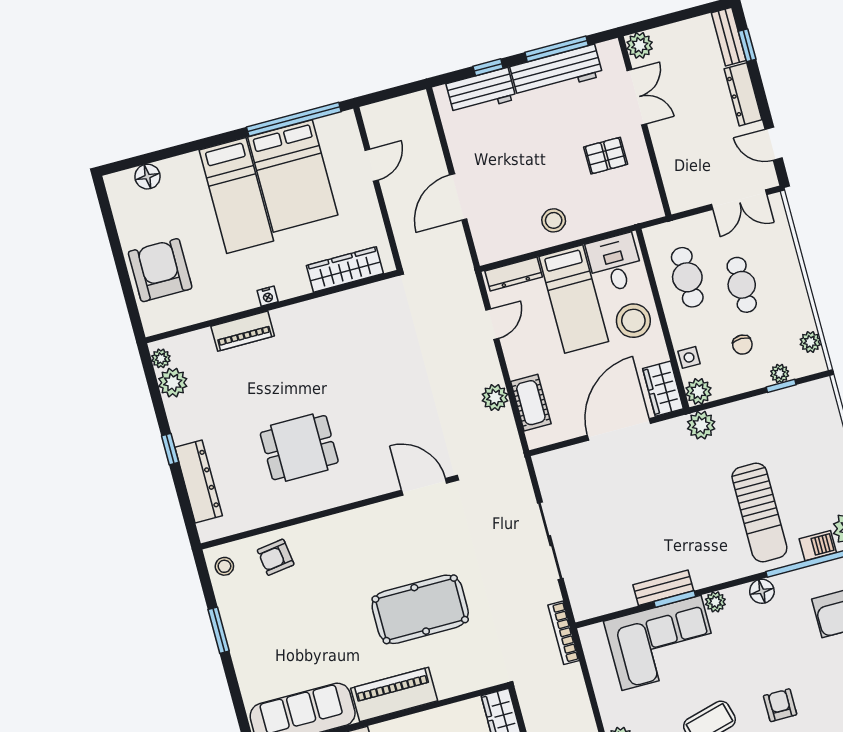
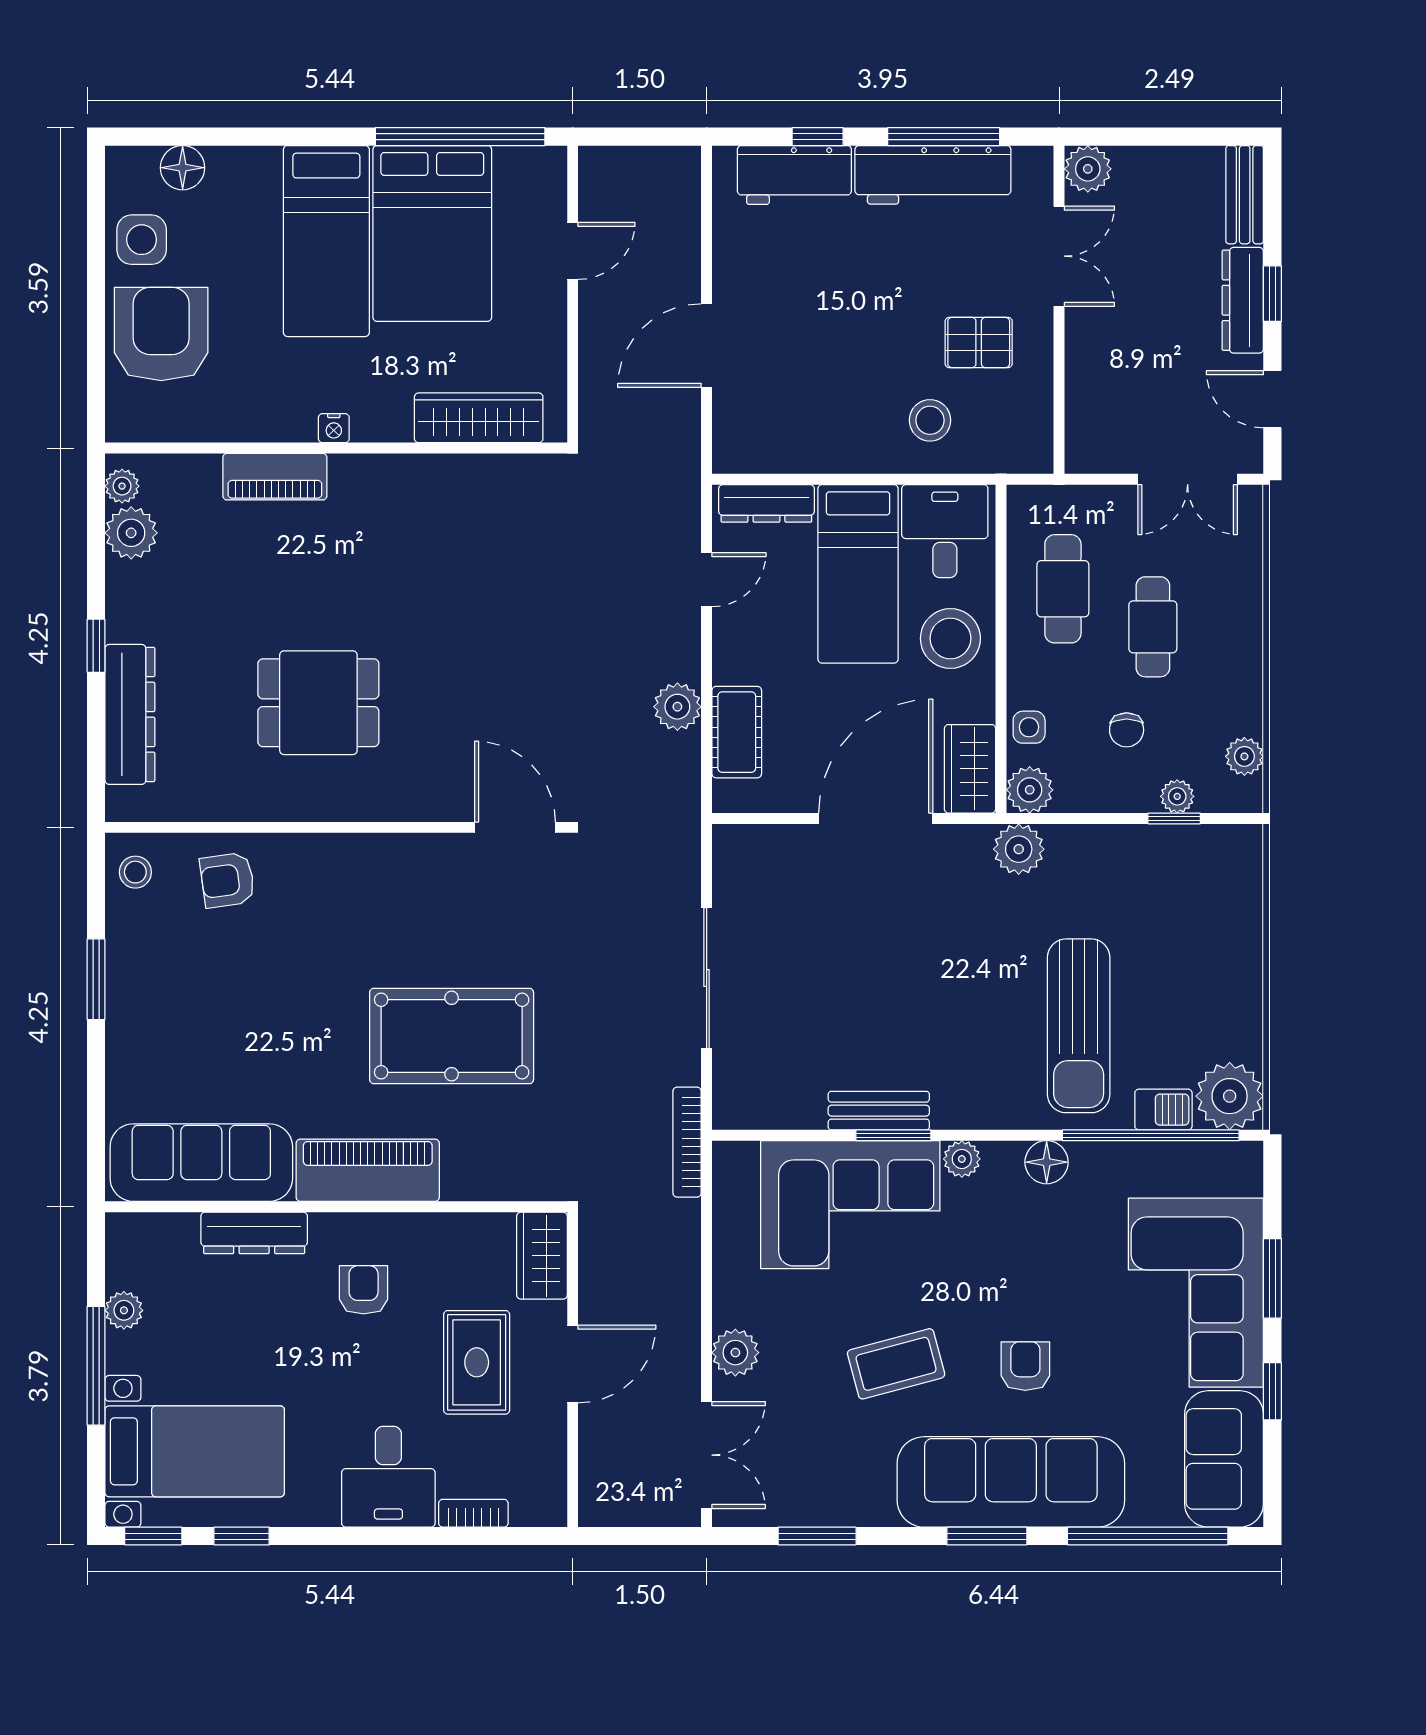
window: (747, 45) -> (1272, 294), moved
stool: (554, 220) -> (930, 420), moved
side table: (136, 222) -> (142, 240), added

